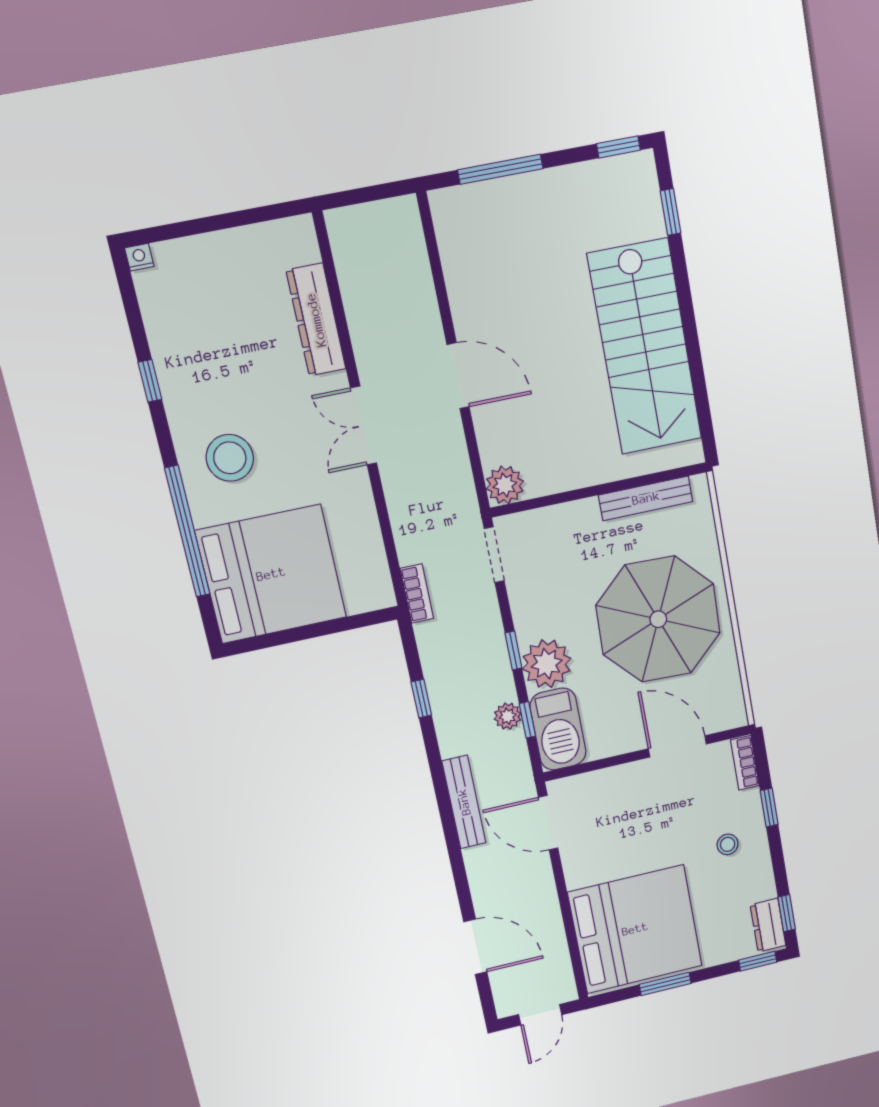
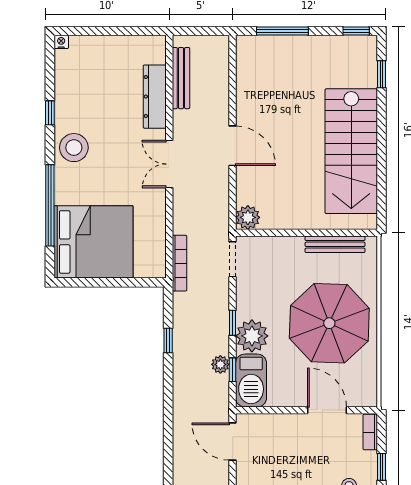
stool: (230, 458) -> (74, 148), moved
bookcase: (417, 594) -> (180, 263), width x1.56
bench: (464, 802) -> (181, 78), moved

